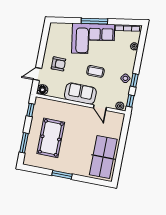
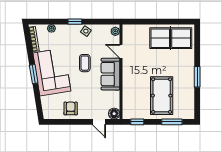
window: (94, 21) -> (34, 74), width x0.69
armchair: (58, 64) -> (71, 108), moved
window: (134, 80) -> (75, 22), moved
window: (130, 101) -> (108, 22), removed
door: (100, 108) -> (121, 51), swing flipped
pool table: (51, 138) -> (162, 96), turned 90

